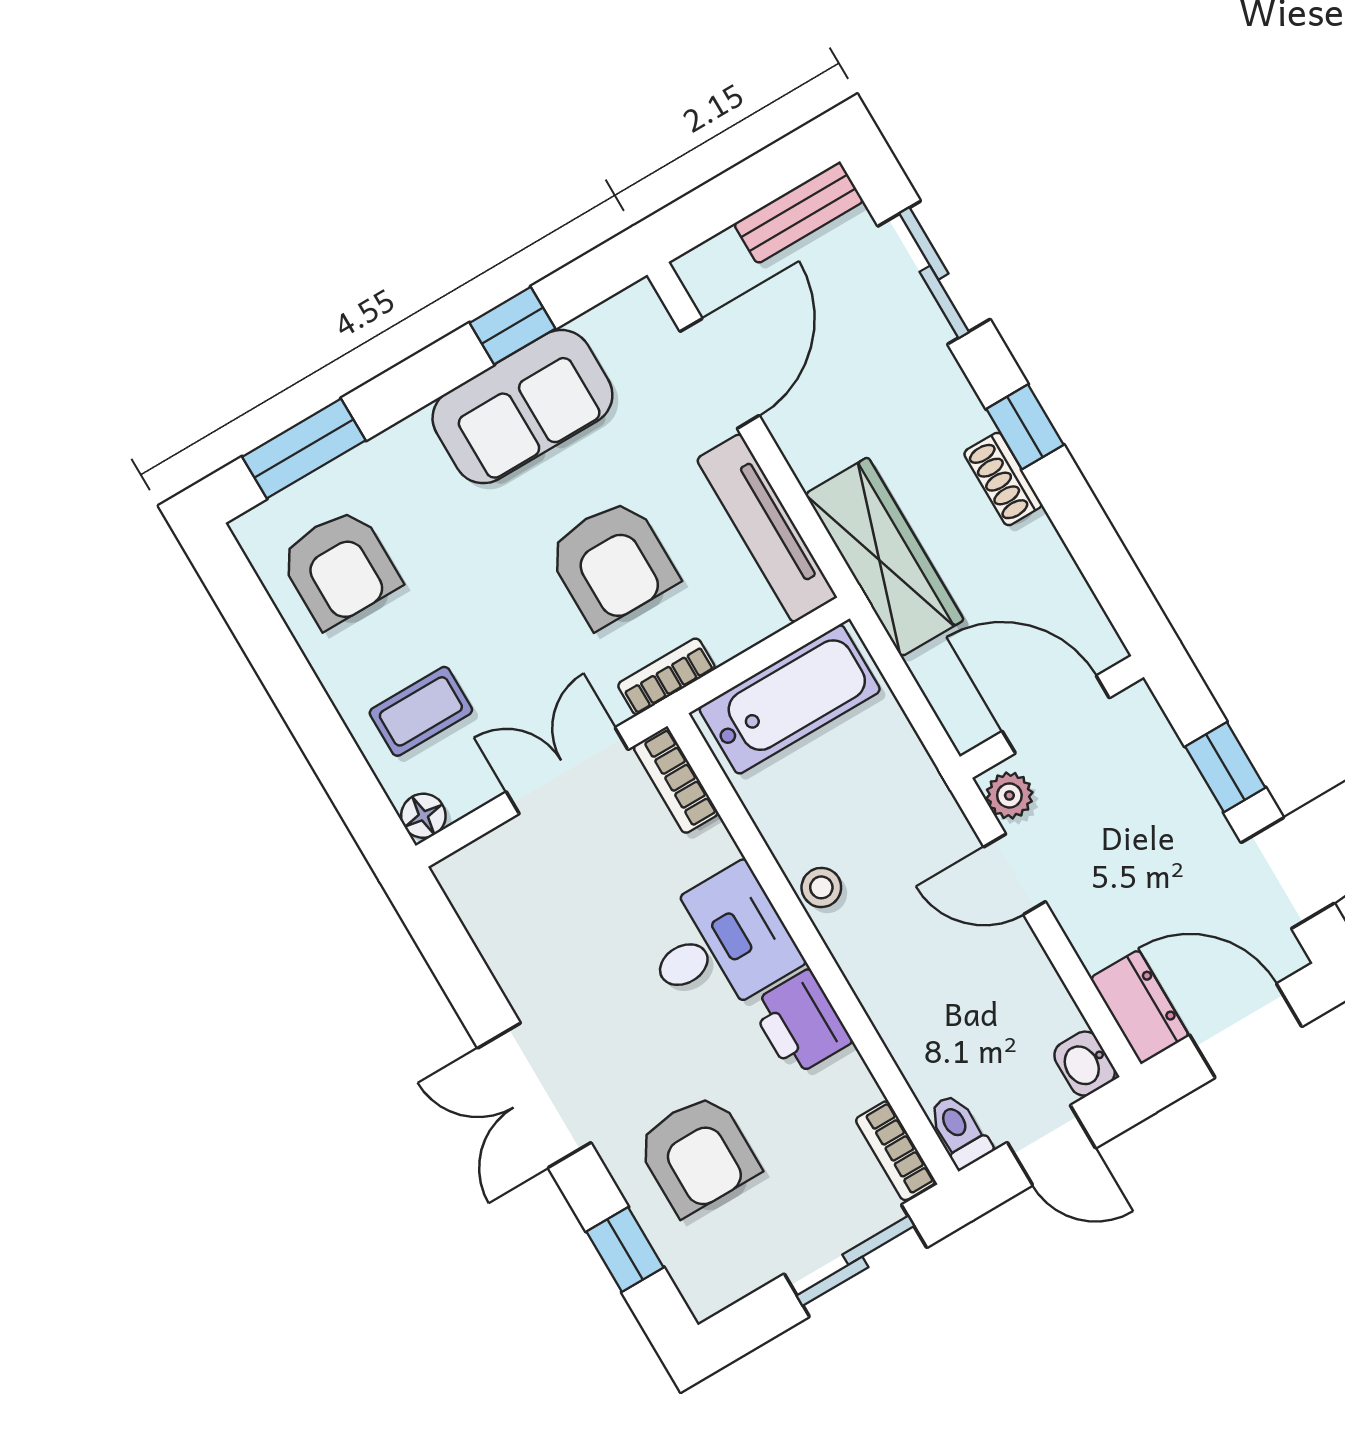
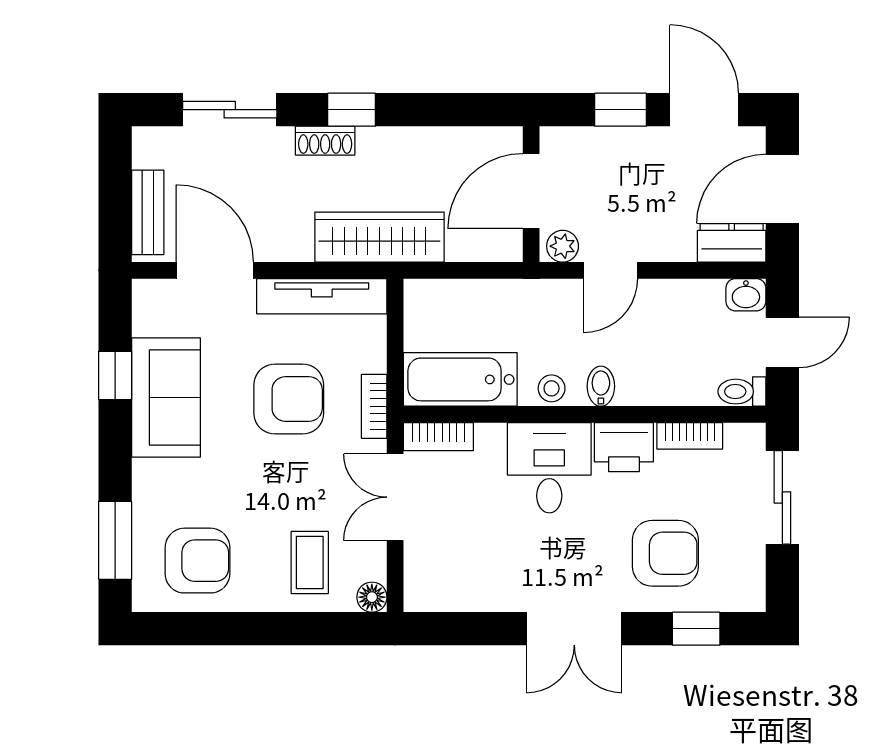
bench: (799, 213) -> (148, 212), moved
shoe rack: (1003, 479) -> (325, 141), moved
bathtub: (790, 699) -> (460, 379), moved, turned -90
bidet: (861, 948) -> (601, 386), added
bookcase: (895, 1151) -> (690, 436), moved

